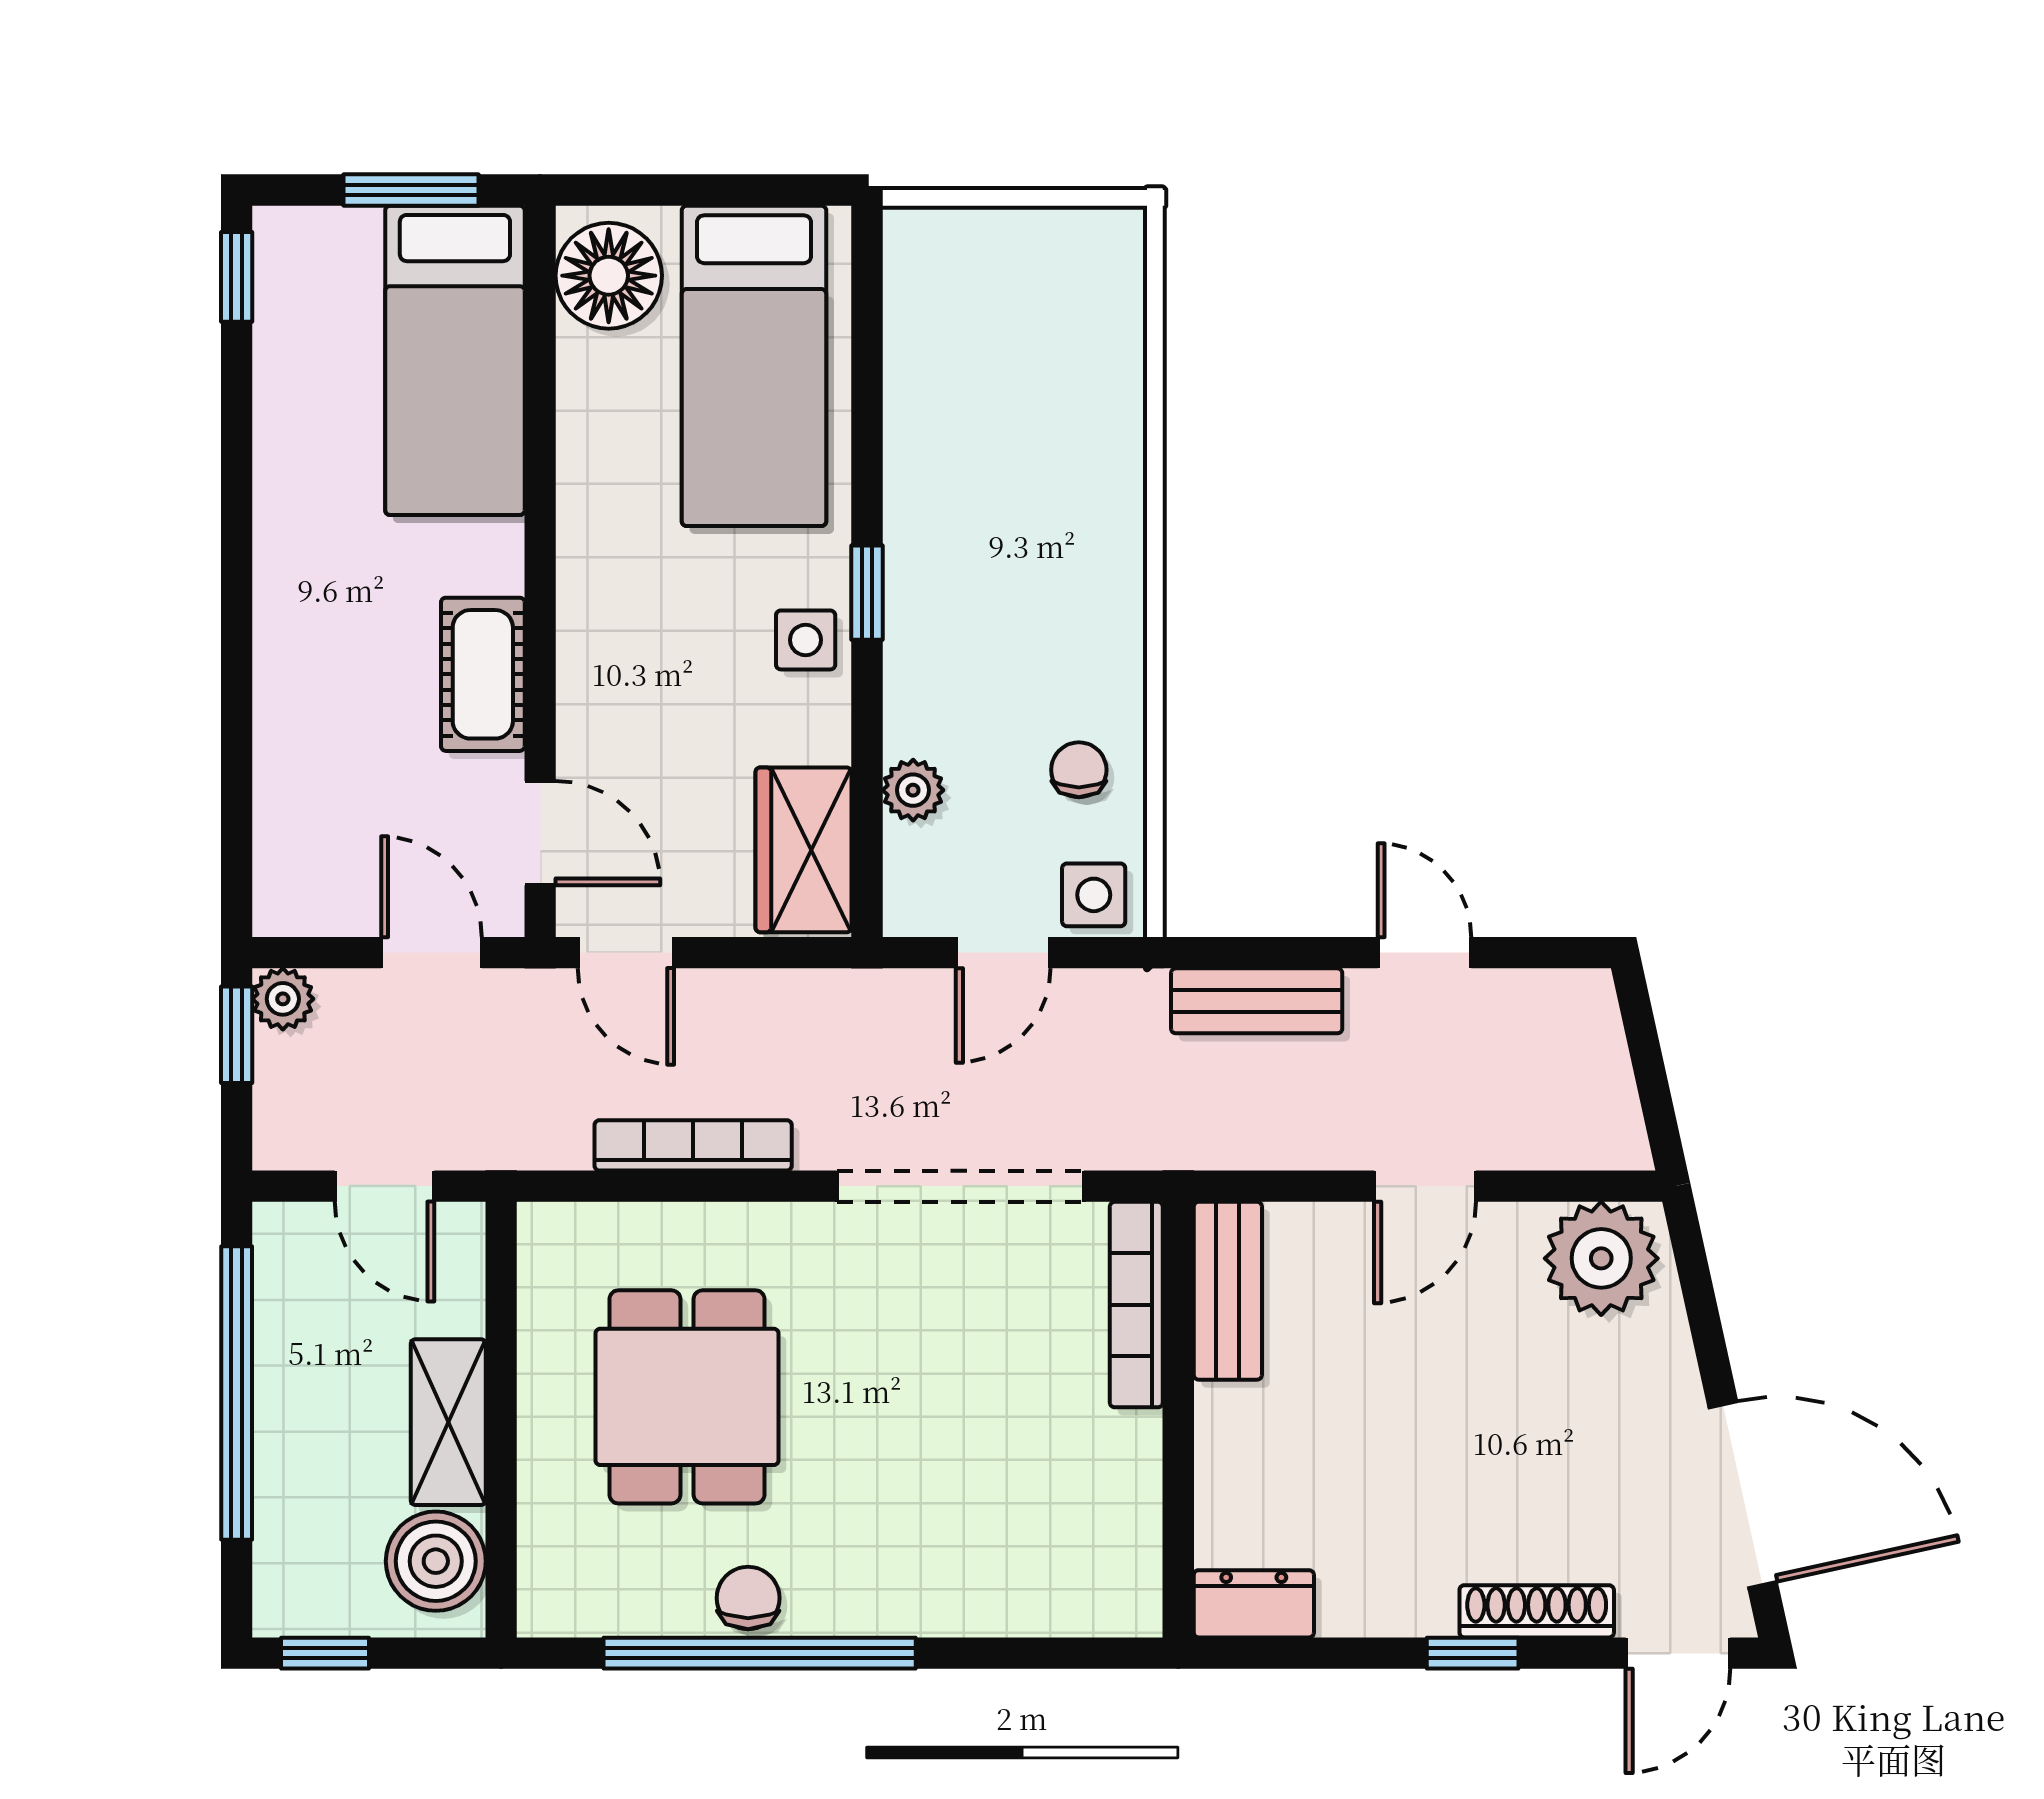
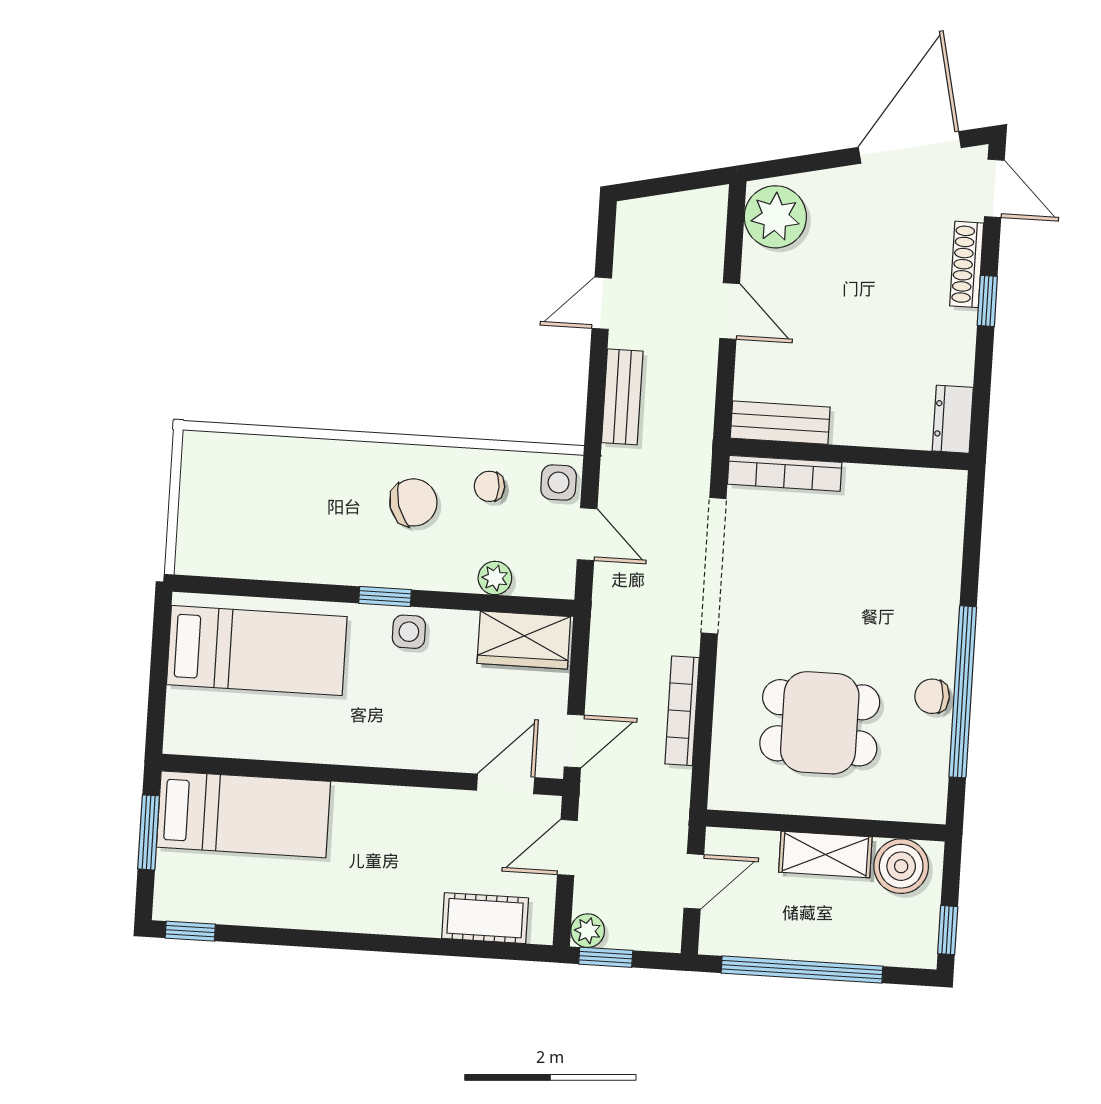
floor lamp: (609, 276) -> (202, 727), removed
chair: (1041, 633) -> (413, 502), added
cot: (483, 674) -> (485, 918), moved

